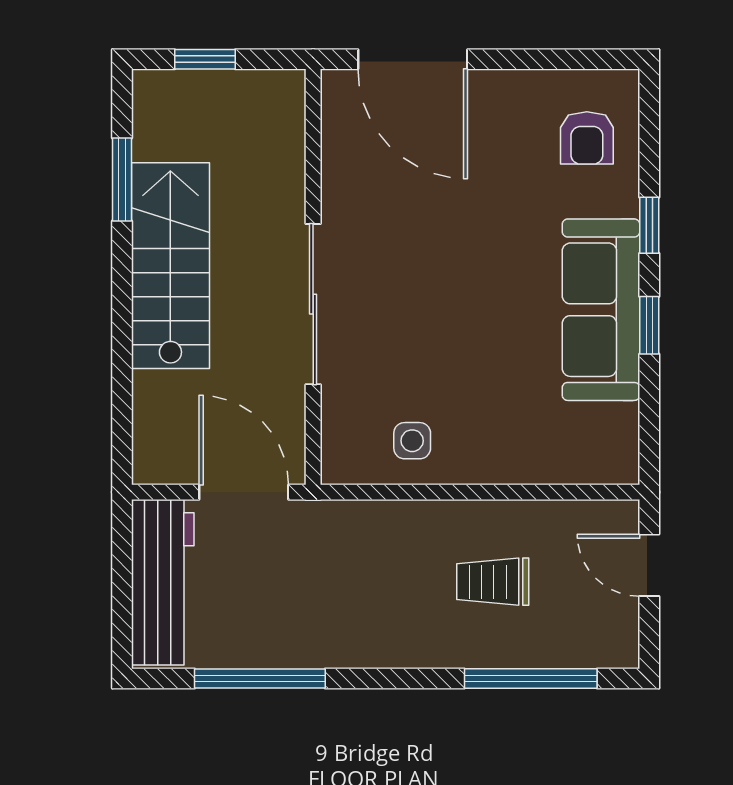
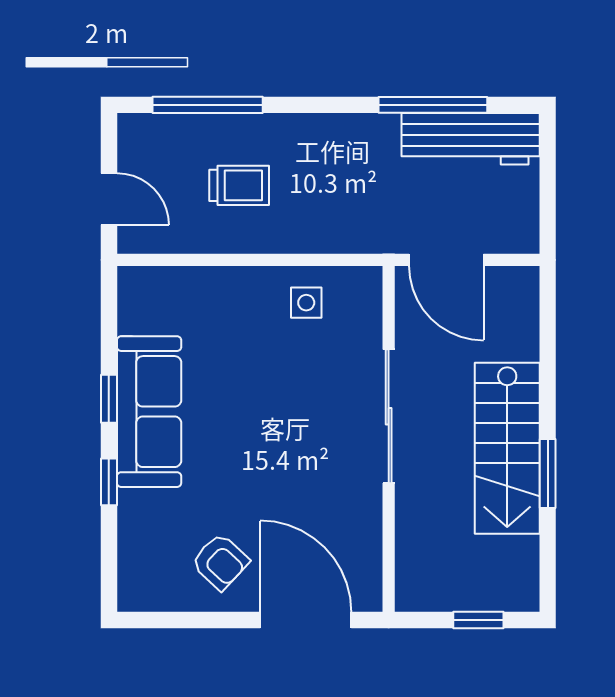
armchair: (587, 138) -> (220, 562), moved, turned 133
window: (122, 180) -> (548, 474), moved
workbench: (163, 582) -> (471, 139), moved, turned -90

